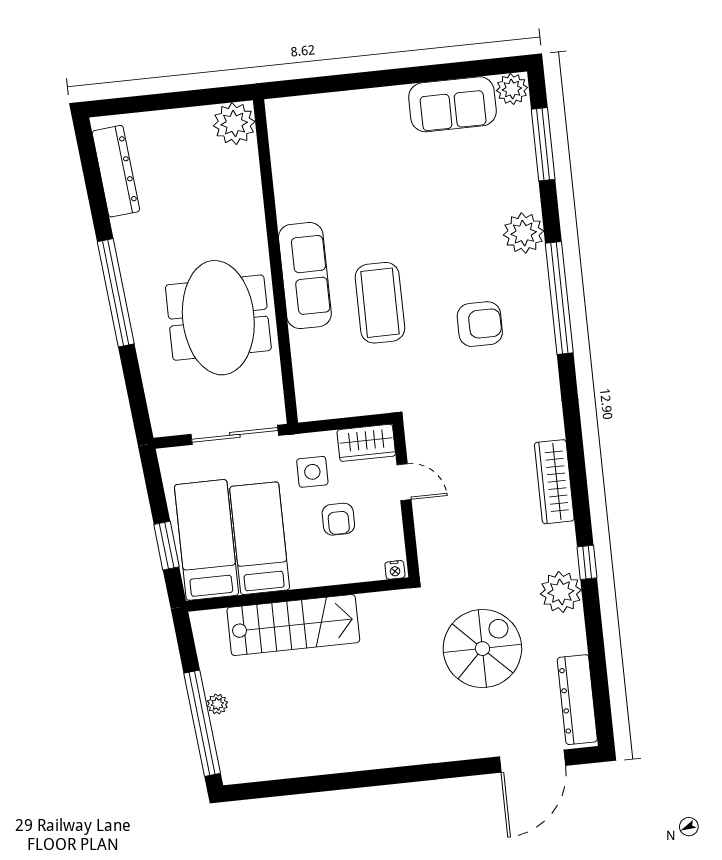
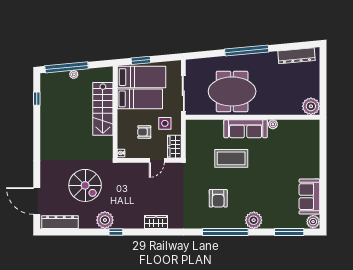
plant: (287, 211) -> (273, 124), added
wardrobe: (554, 482) -> (156, 222), width x0.67
window: (285, 787) -> (37, 99), added

